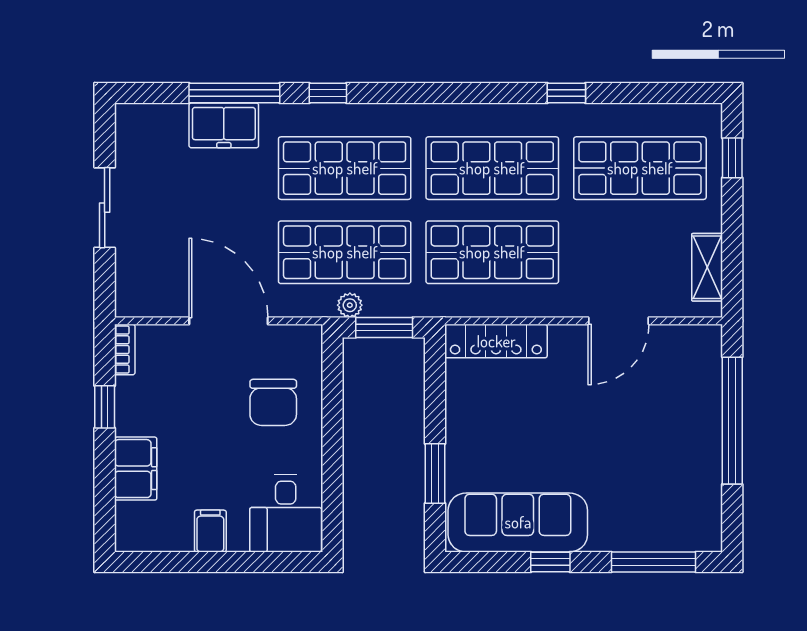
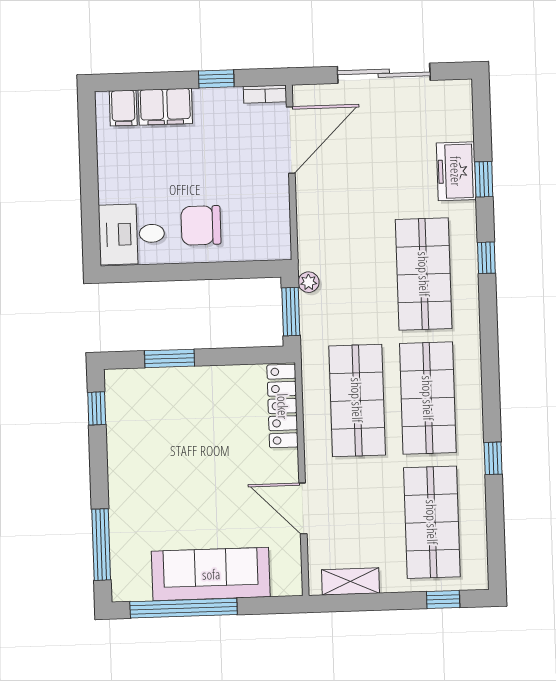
window: (234, 93) -> (484, 179), width x0.46
sliding door: (105, 208) -> (384, 73), width x1.37
shop shelf: (345, 252) -> (353, 276), removed
door: (229, 321) -> (291, 140), moved
chair: (273, 402) -> (201, 225), moved
window: (732, 421) -> (184, 608), moved
sofa: (518, 522) -> (211, 574), moved, turned -90
filing cabinet: (210, 531) -> (123, 108), moved, turned 90
window: (550, 562) -> (97, 408), moved

